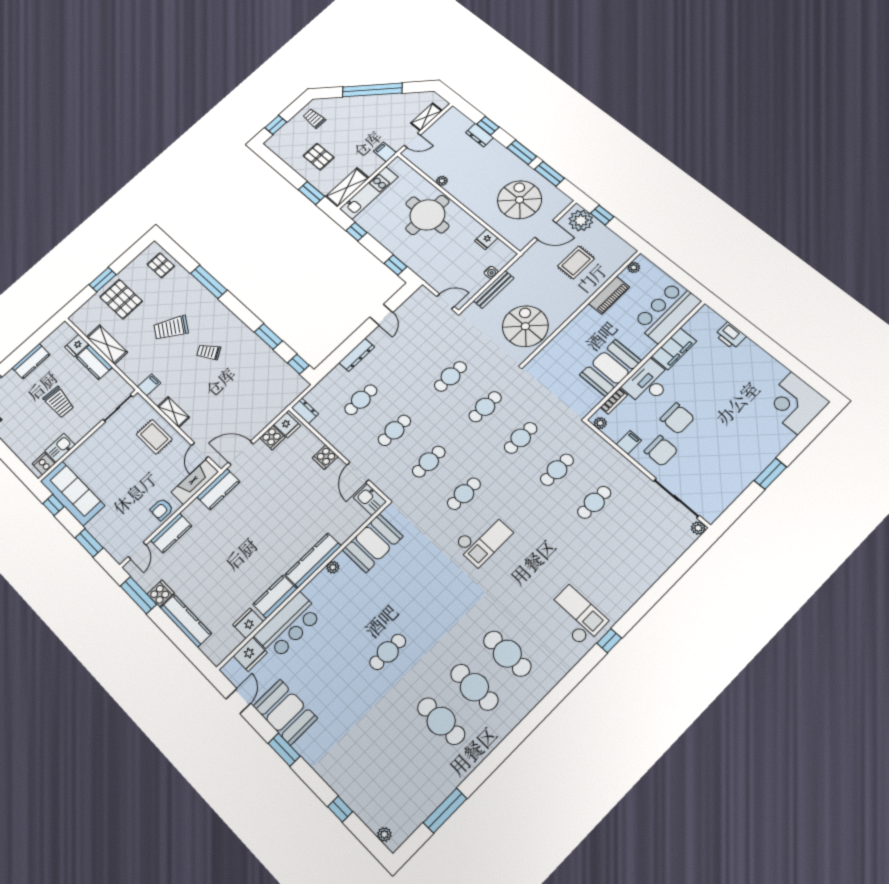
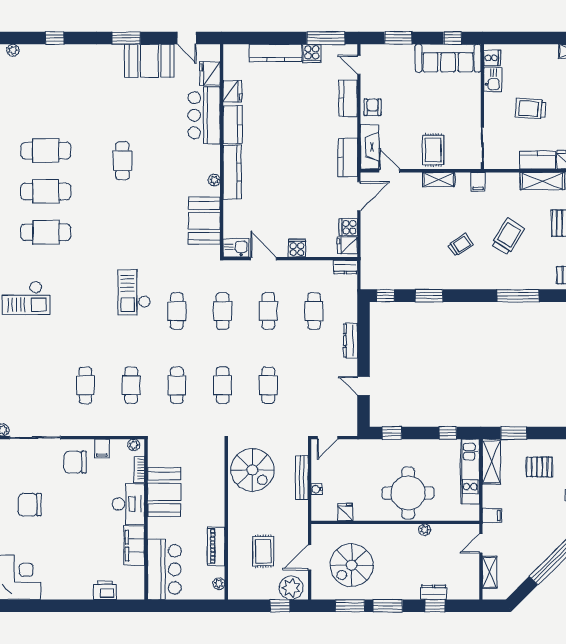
spiral stairs: (520, 200) -> (352, 565), turned 90
chair: (677, 418) -> (30, 505), moved
rug: (154, 437) -> (433, 150), turned 90

